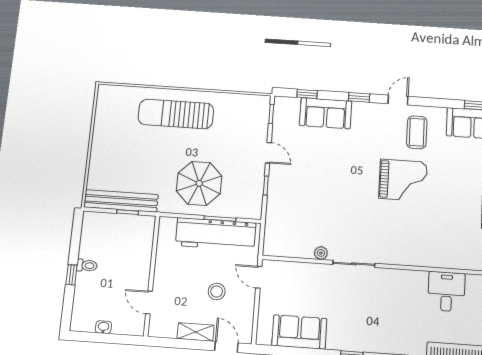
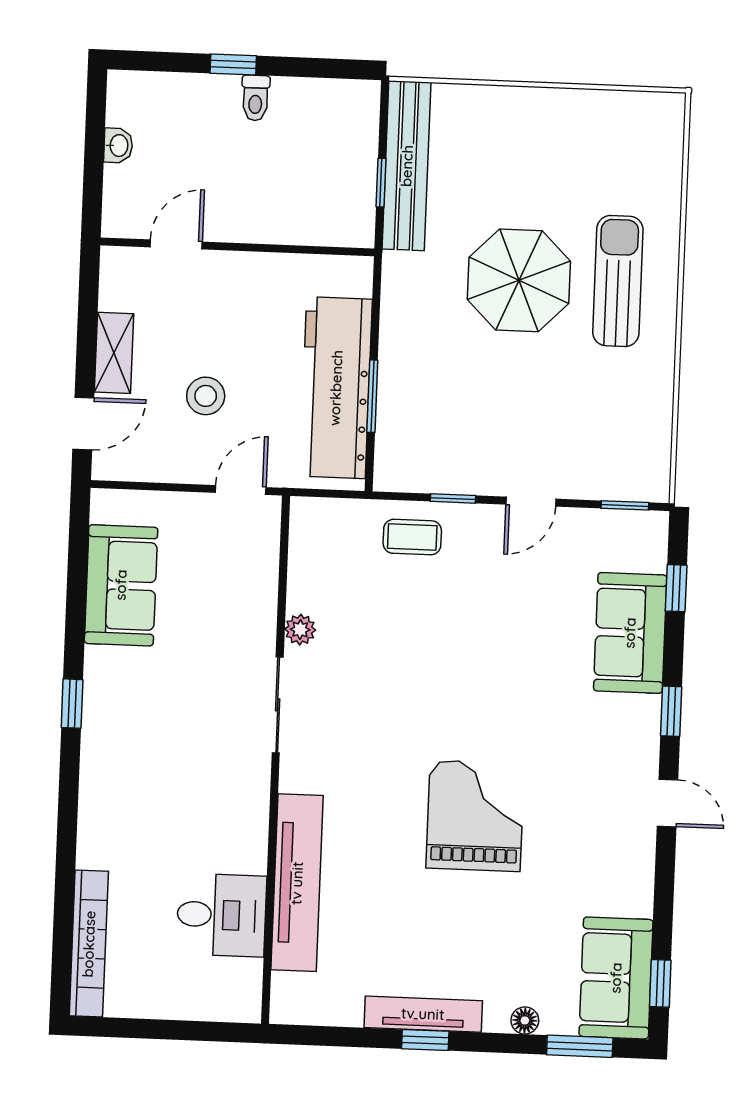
sun lounger: (176, 114) -> (618, 281), width x0.73, depth x0.75
coffee table: (417, 132) -> (412, 537), moved, width x0.73, depth x0.77
grand piano: (403, 180) -> (475, 816), turned 180
parasol: (199, 183) -> (519, 280), moved
tv unit: (432, 258) -> (297, 883), added

